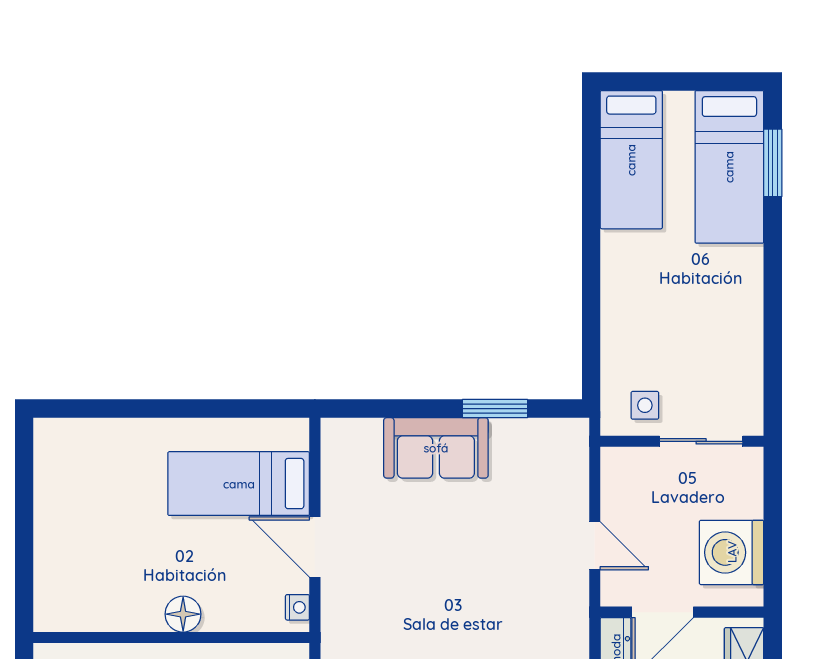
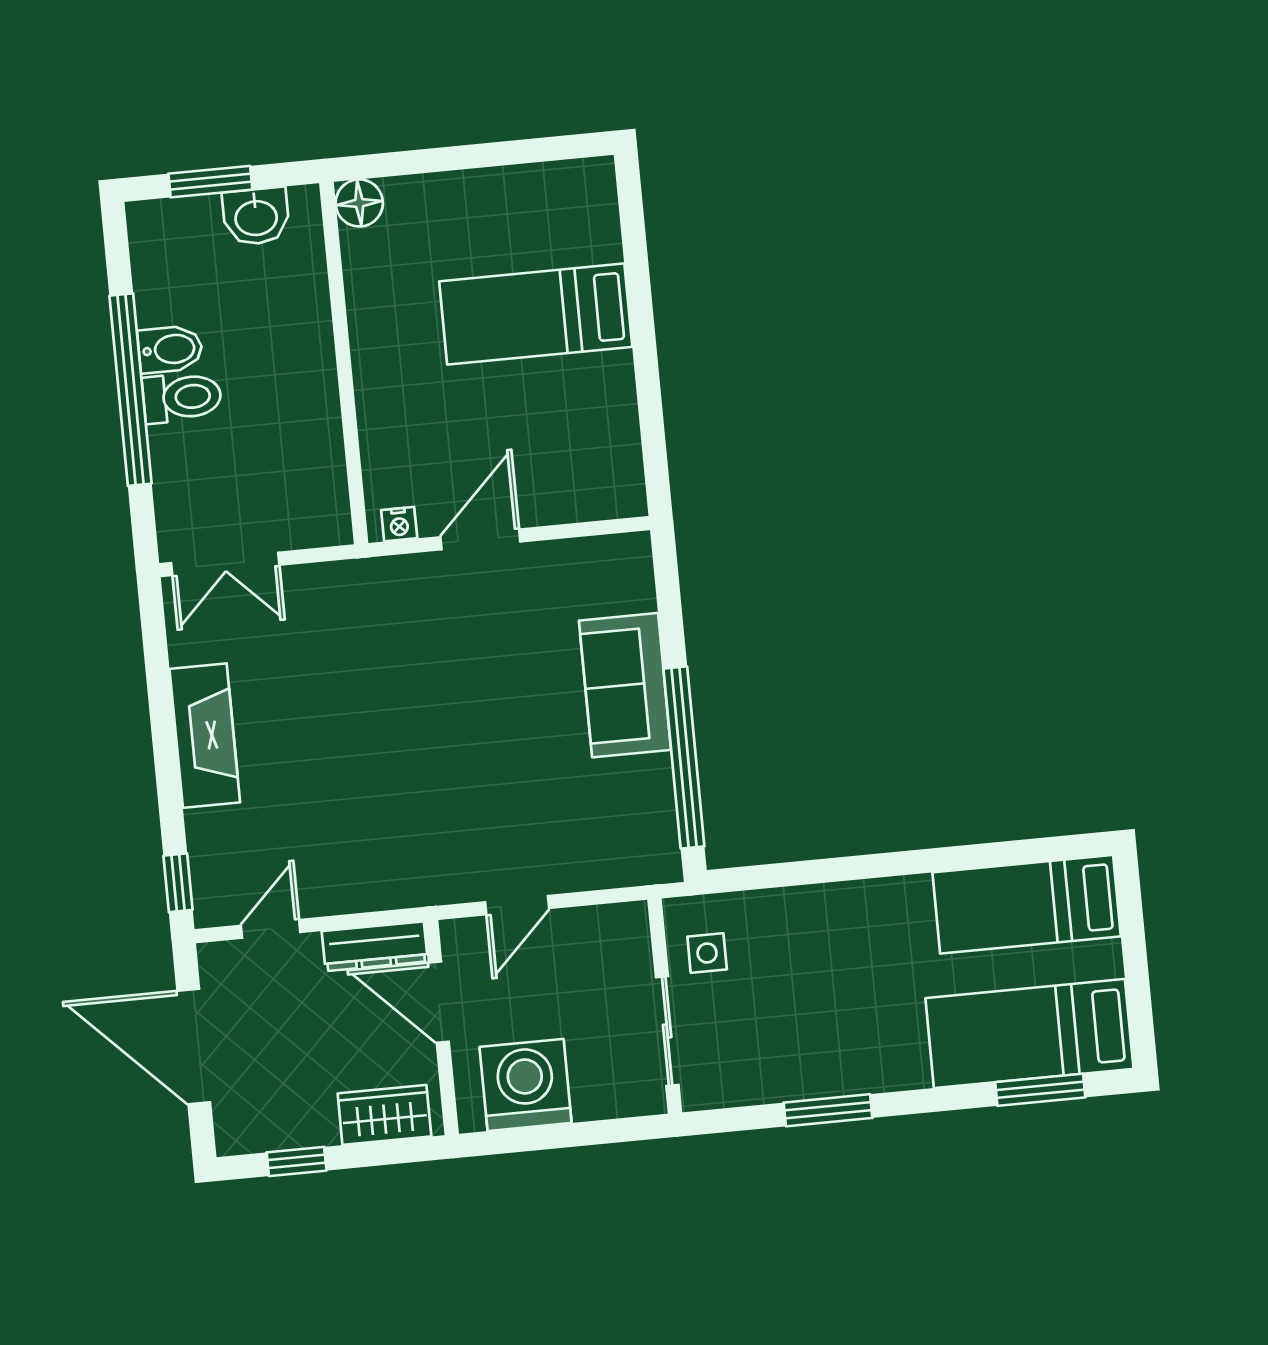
window: (773, 325) -> (828, 1110), added
window: (495, 409) -> (684, 757), width x2.11
bed: (239, 484) -> (536, 314), moved, turned -90
floor lamp: (183, 614) -> (359, 203), moved

